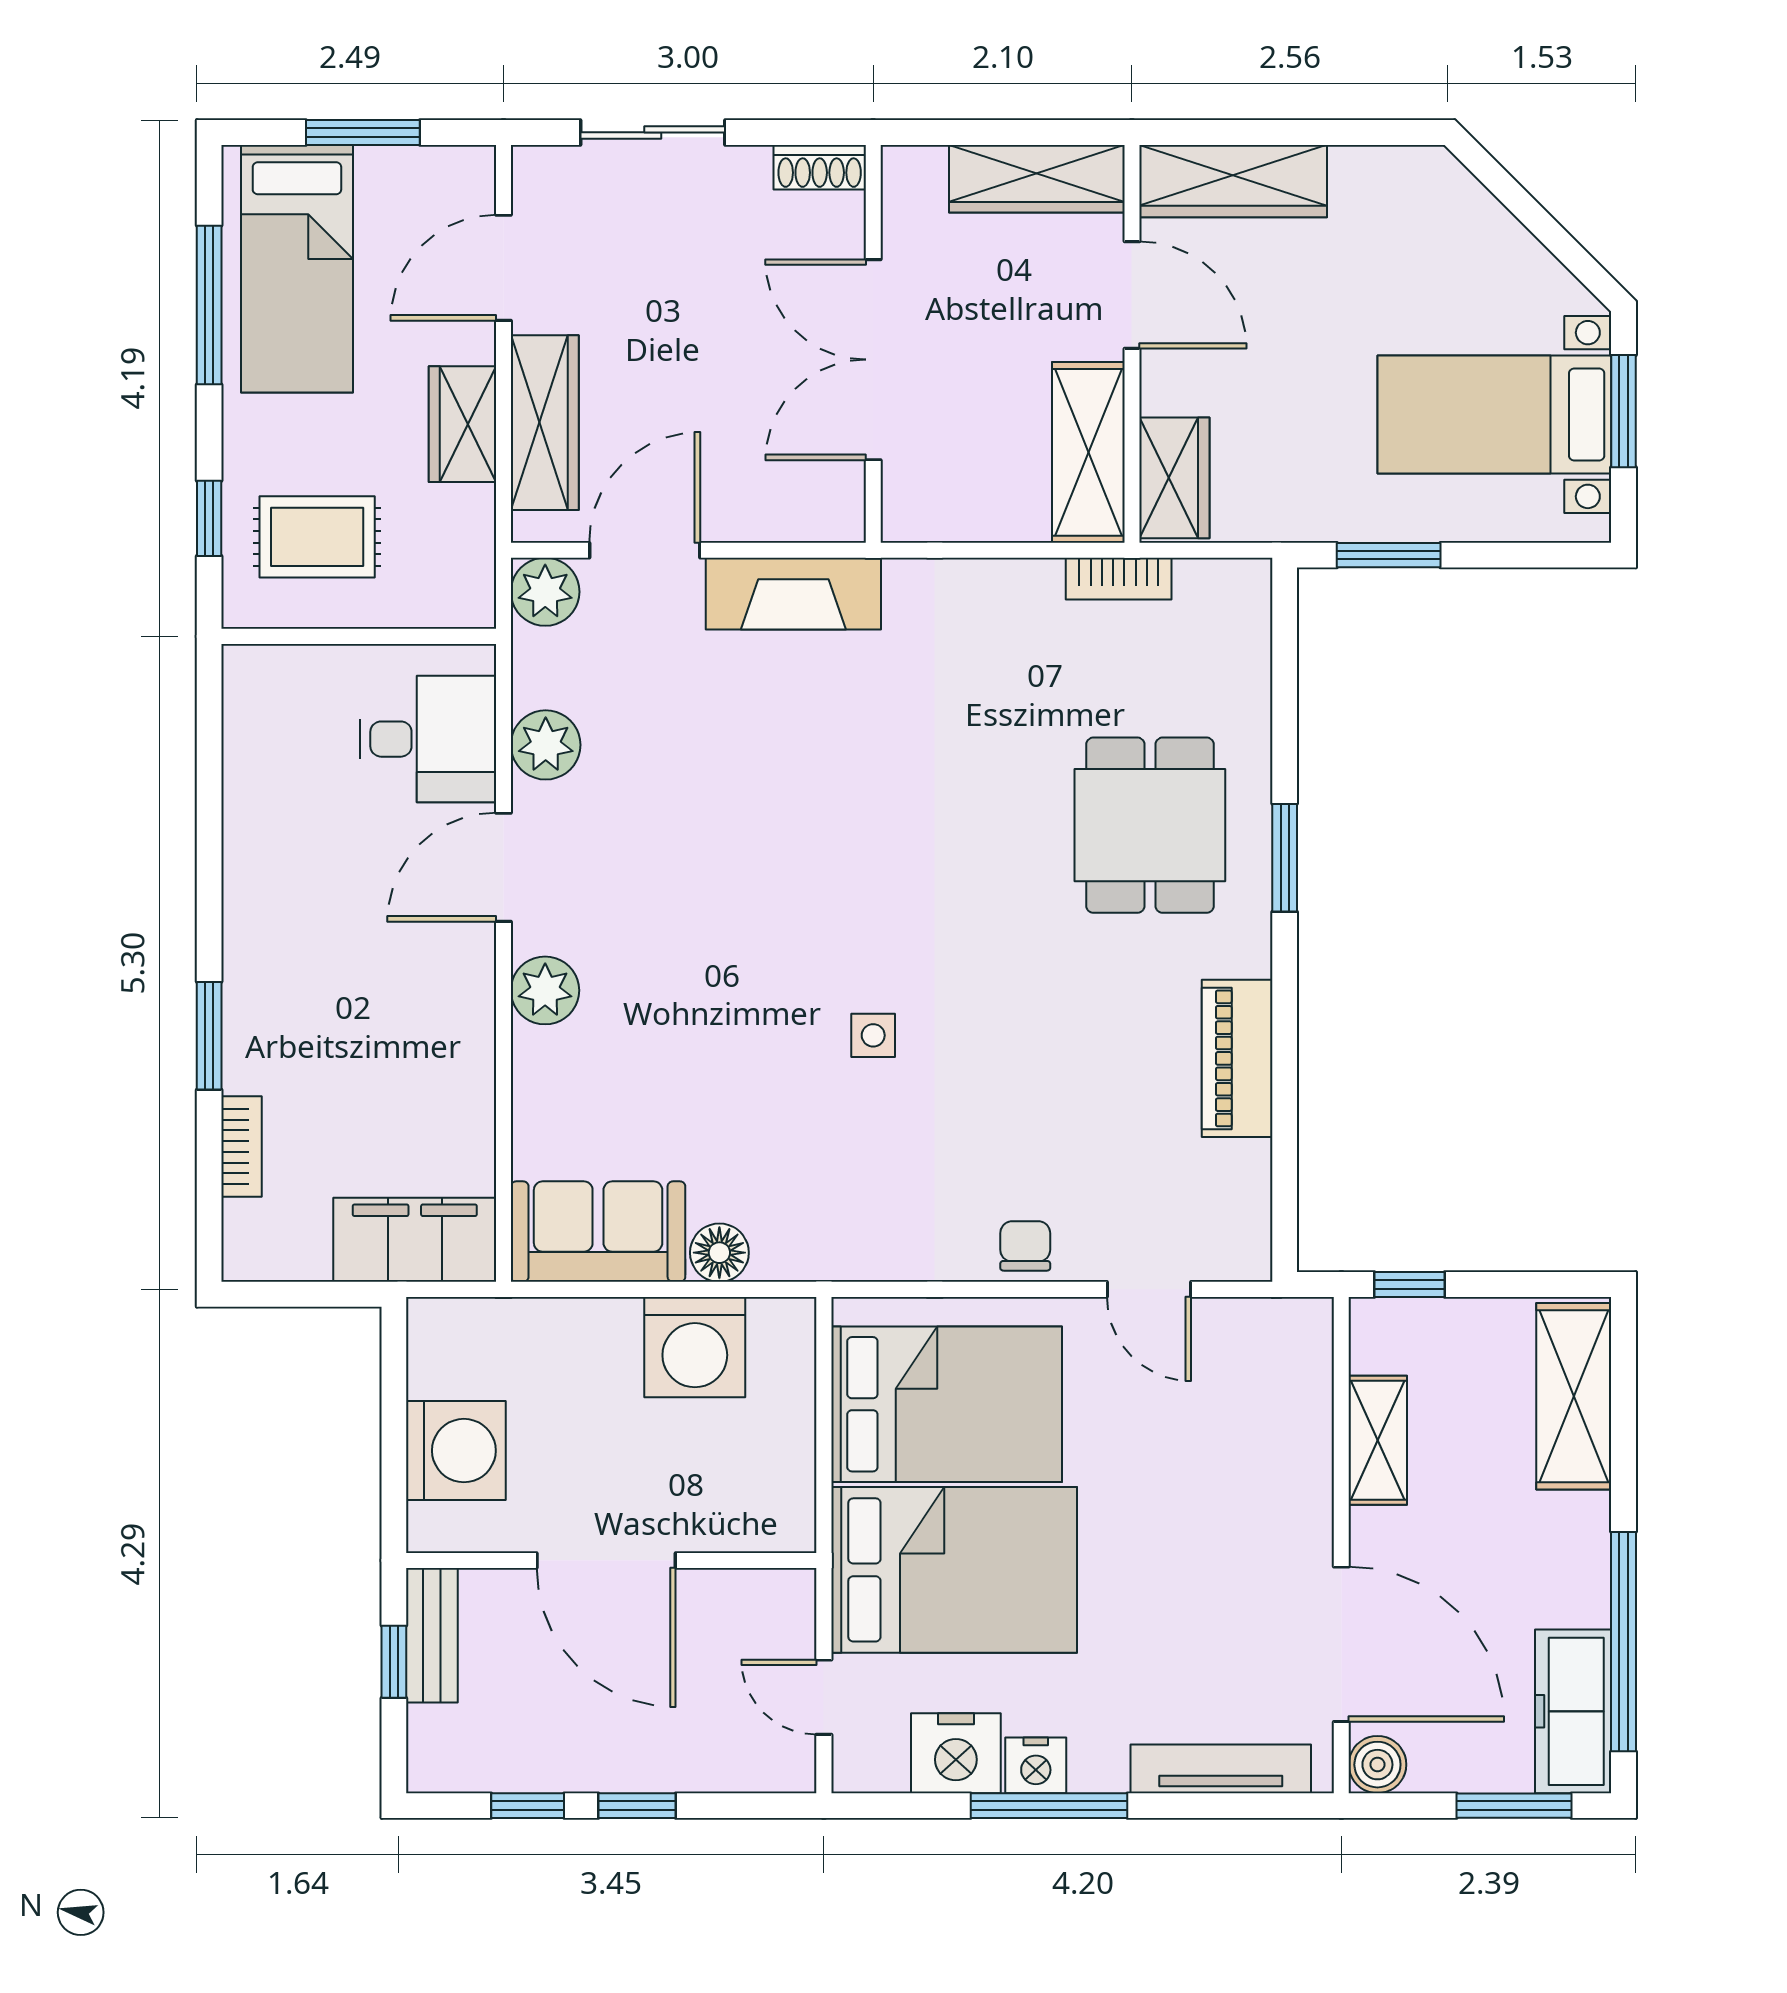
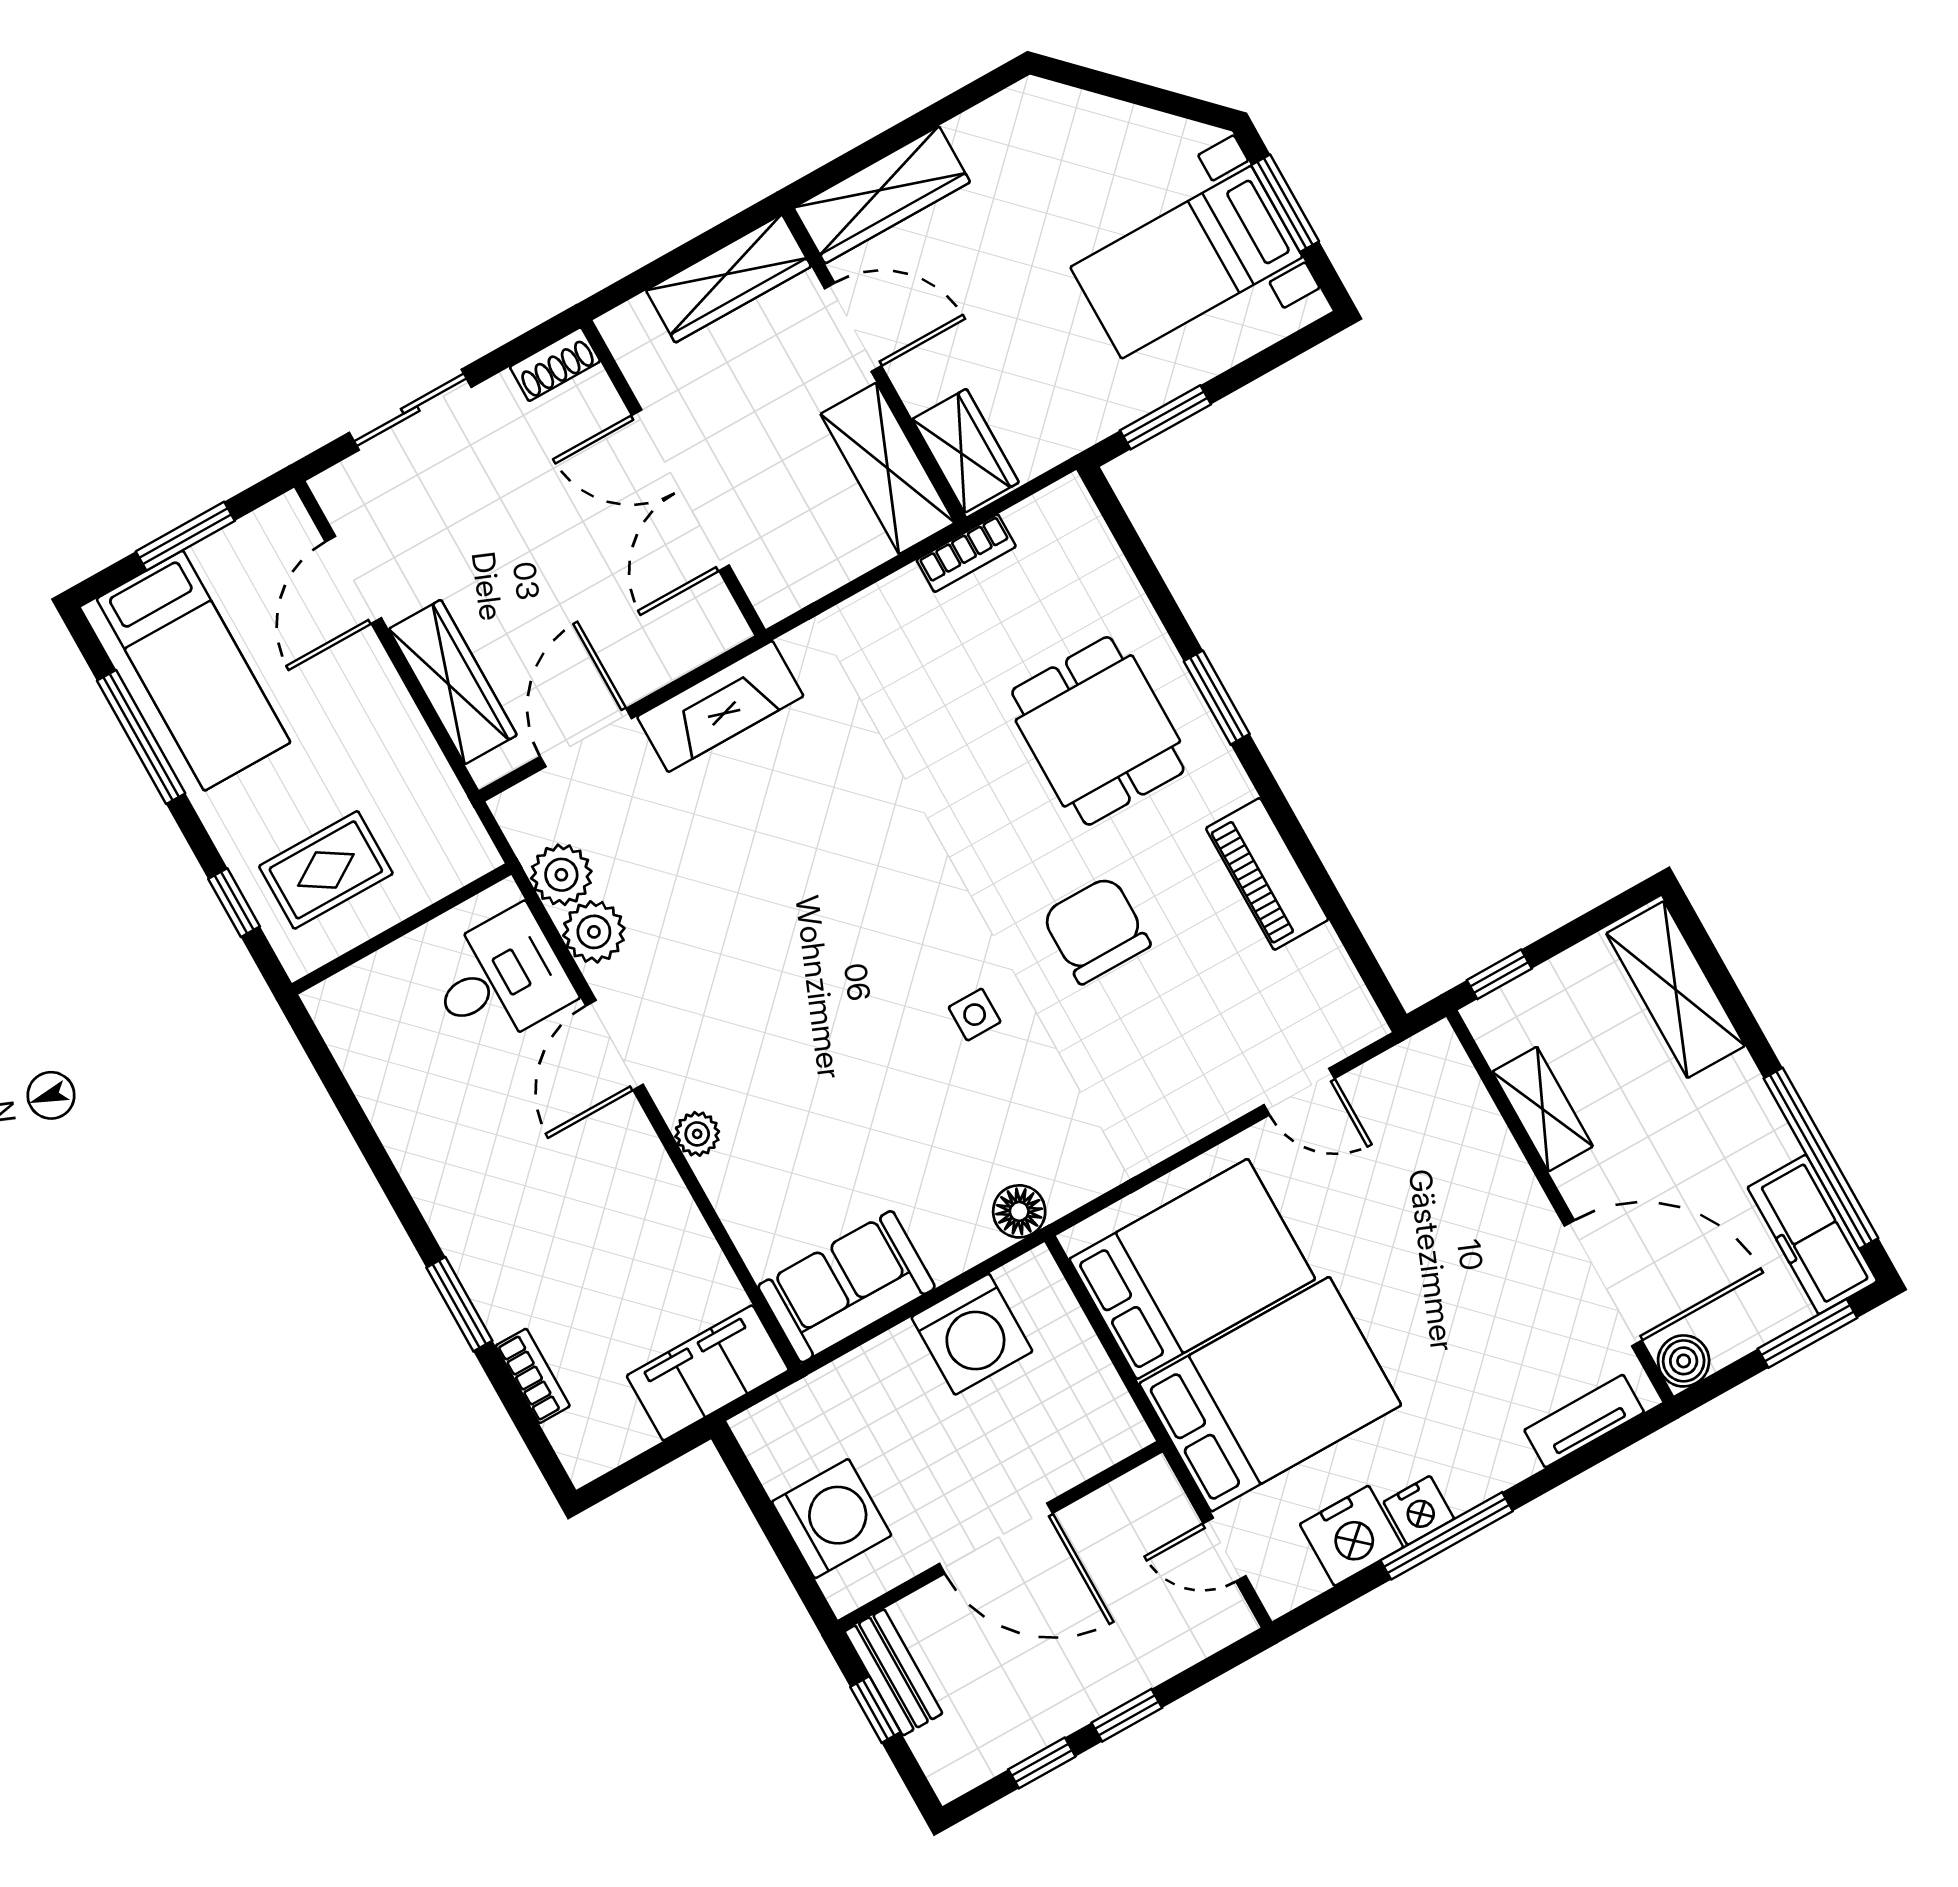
wardrobe: (463, 424) -> (390, 719), removed
plant: (545, 592) -> (561, 875), moved
plant: (545, 990) -> (697, 1134), width x0.73, depth x0.73
chair: (1025, 1246) -> (1096, 930), moved, width x1.87, depth x1.87
floor lamp: (719, 1253) -> (1019, 1211), moved
tv unit: (1221, 1769) -> (1584, 1421), width x0.71

